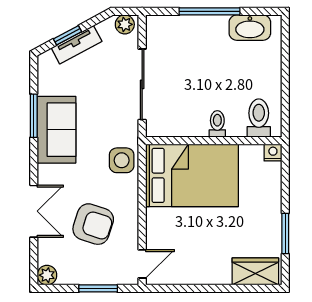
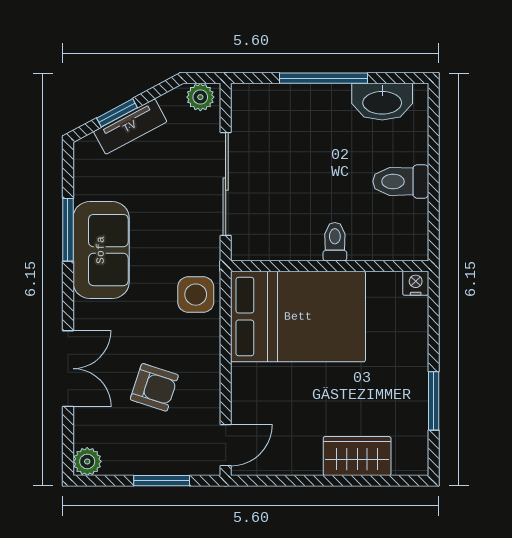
toilet: (259, 118) -> (401, 181), moved, turned -90
armchair: (93, 224) -> (154, 387), width x0.72, depth x0.72
wardrobe: (255, 271) -> (357, 456), moved

